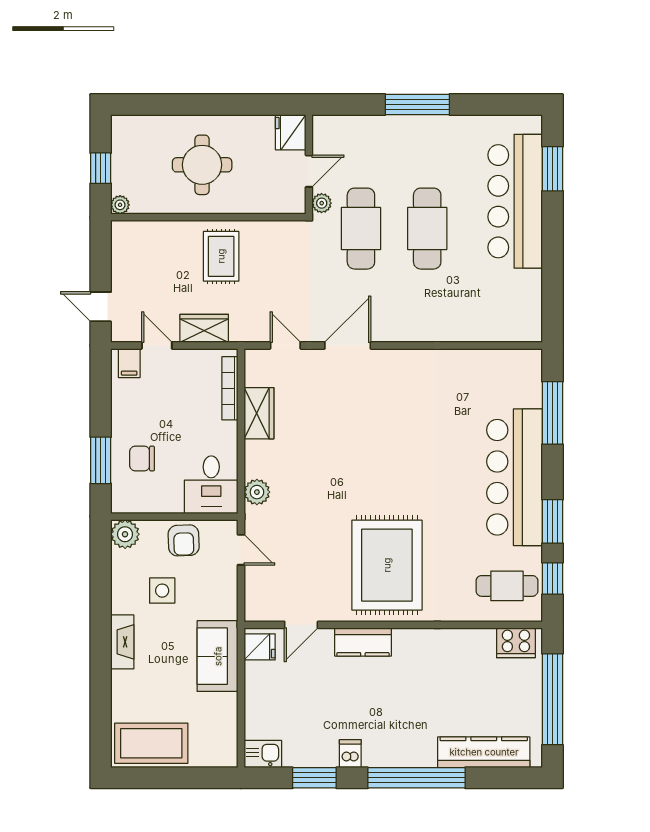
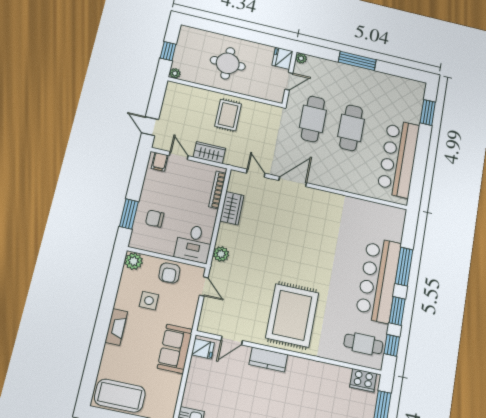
bar counter: (515, 201) -> (399, 158), moved
plant: (322, 203) -> (301, 58), moved
window: (552, 413) -> (404, 267), moved

